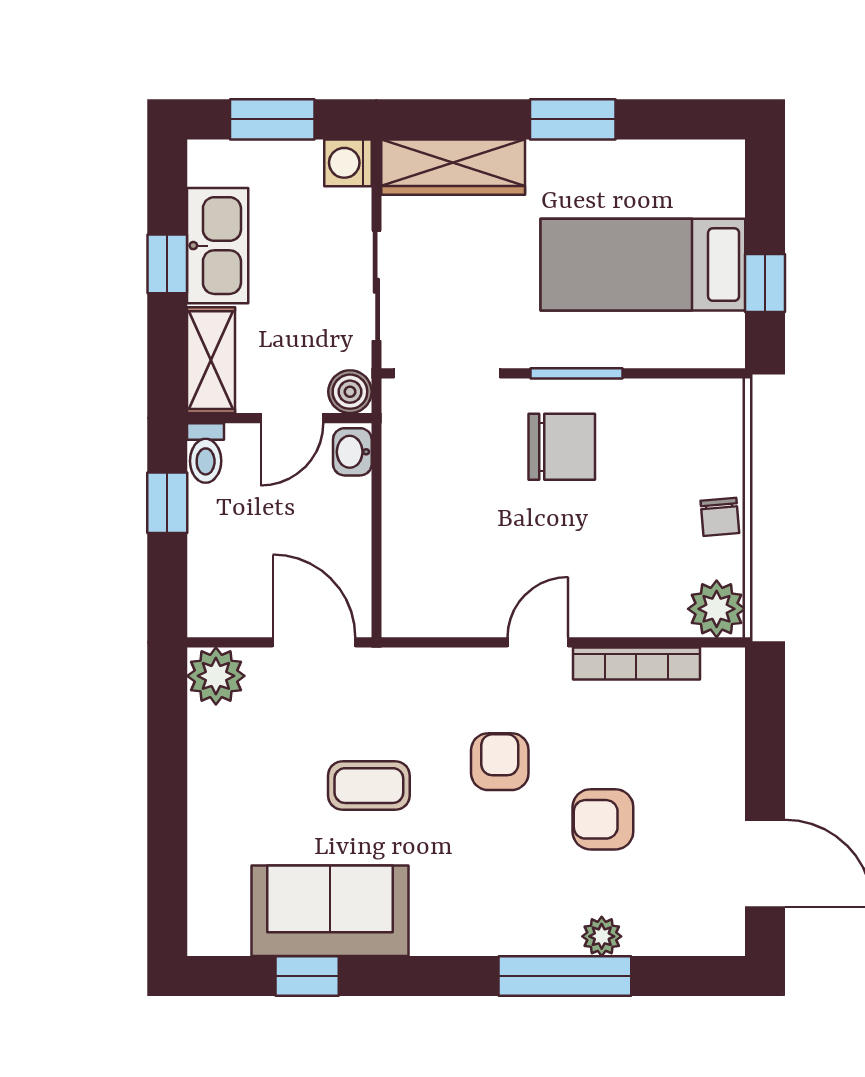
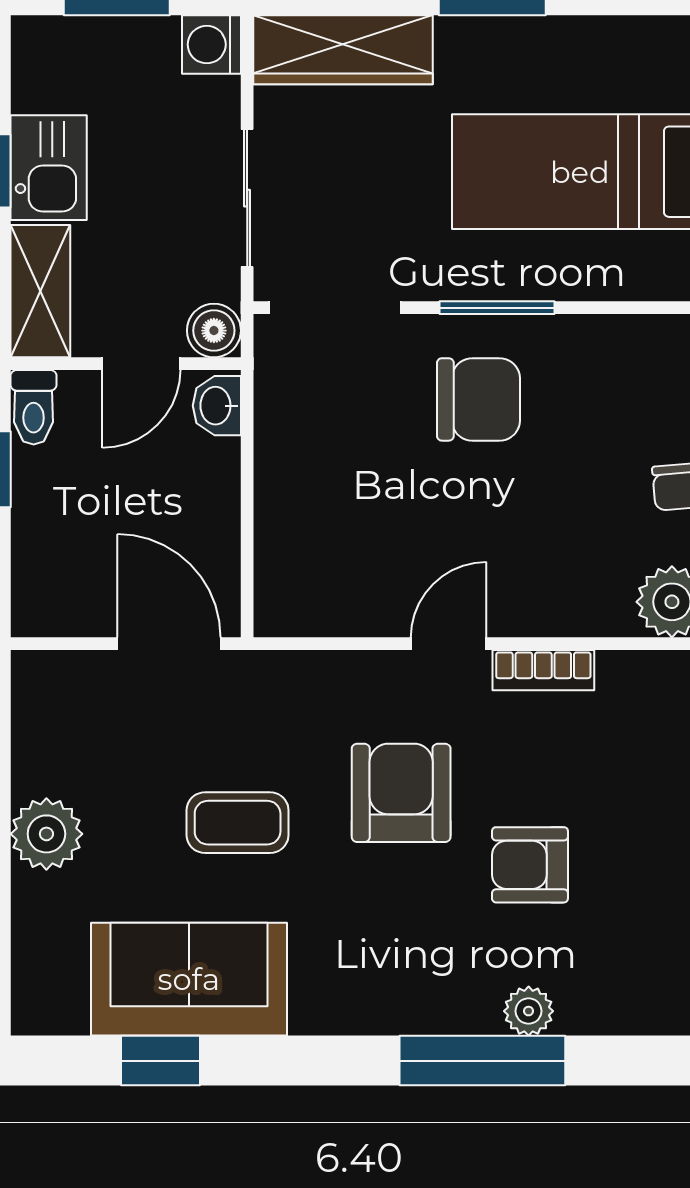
kitchen sink: (218, 246) -> (49, 168), width x0.73
bookcase: (636, 663) -> (543, 670), width x0.64
plant: (216, 676) -> (46, 834), moved
armchair: (500, 762) -> (401, 793), width x1.38, depth x1.38

